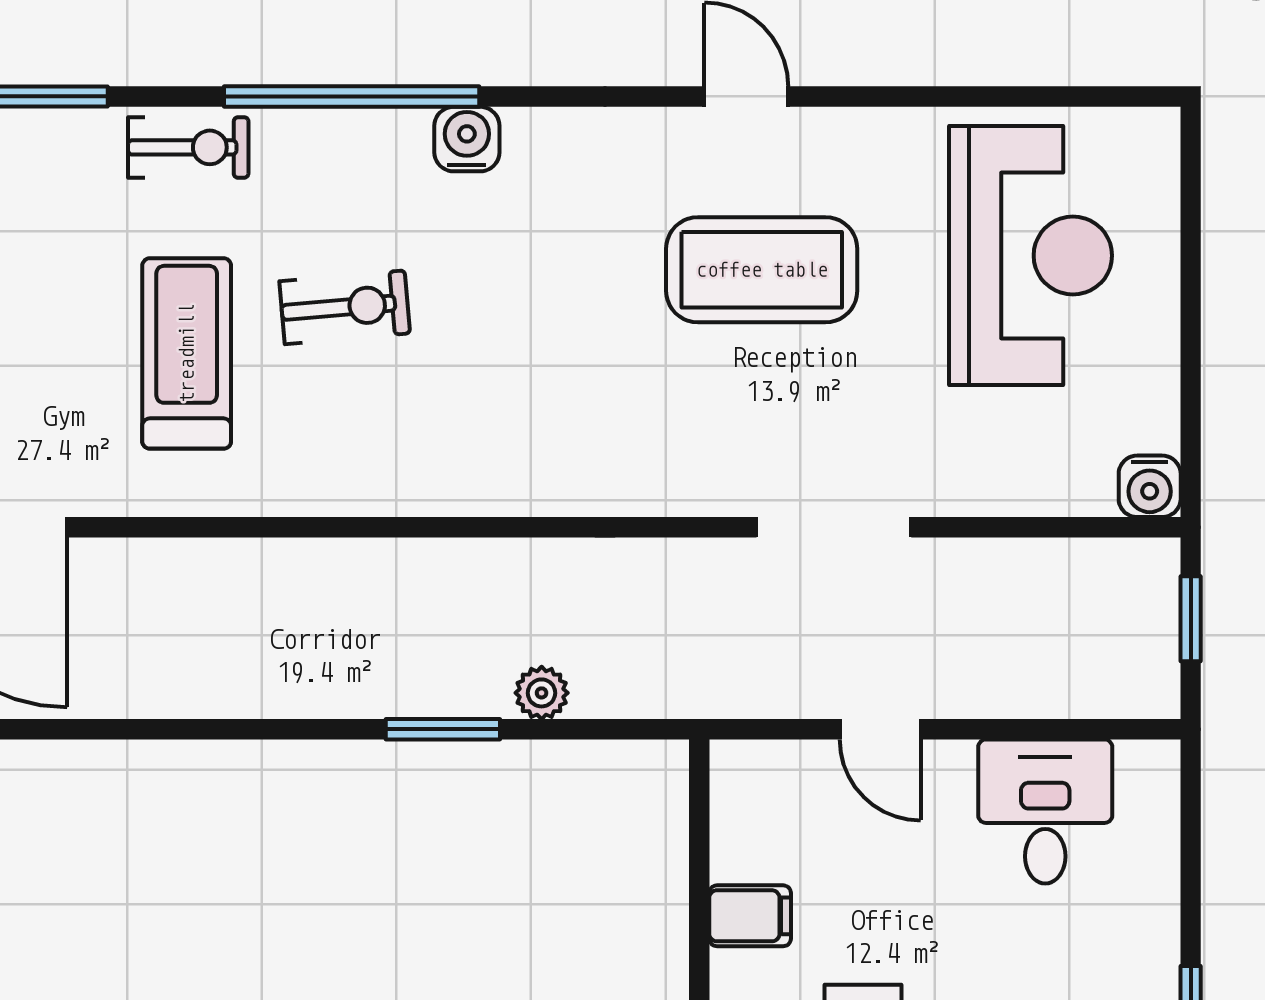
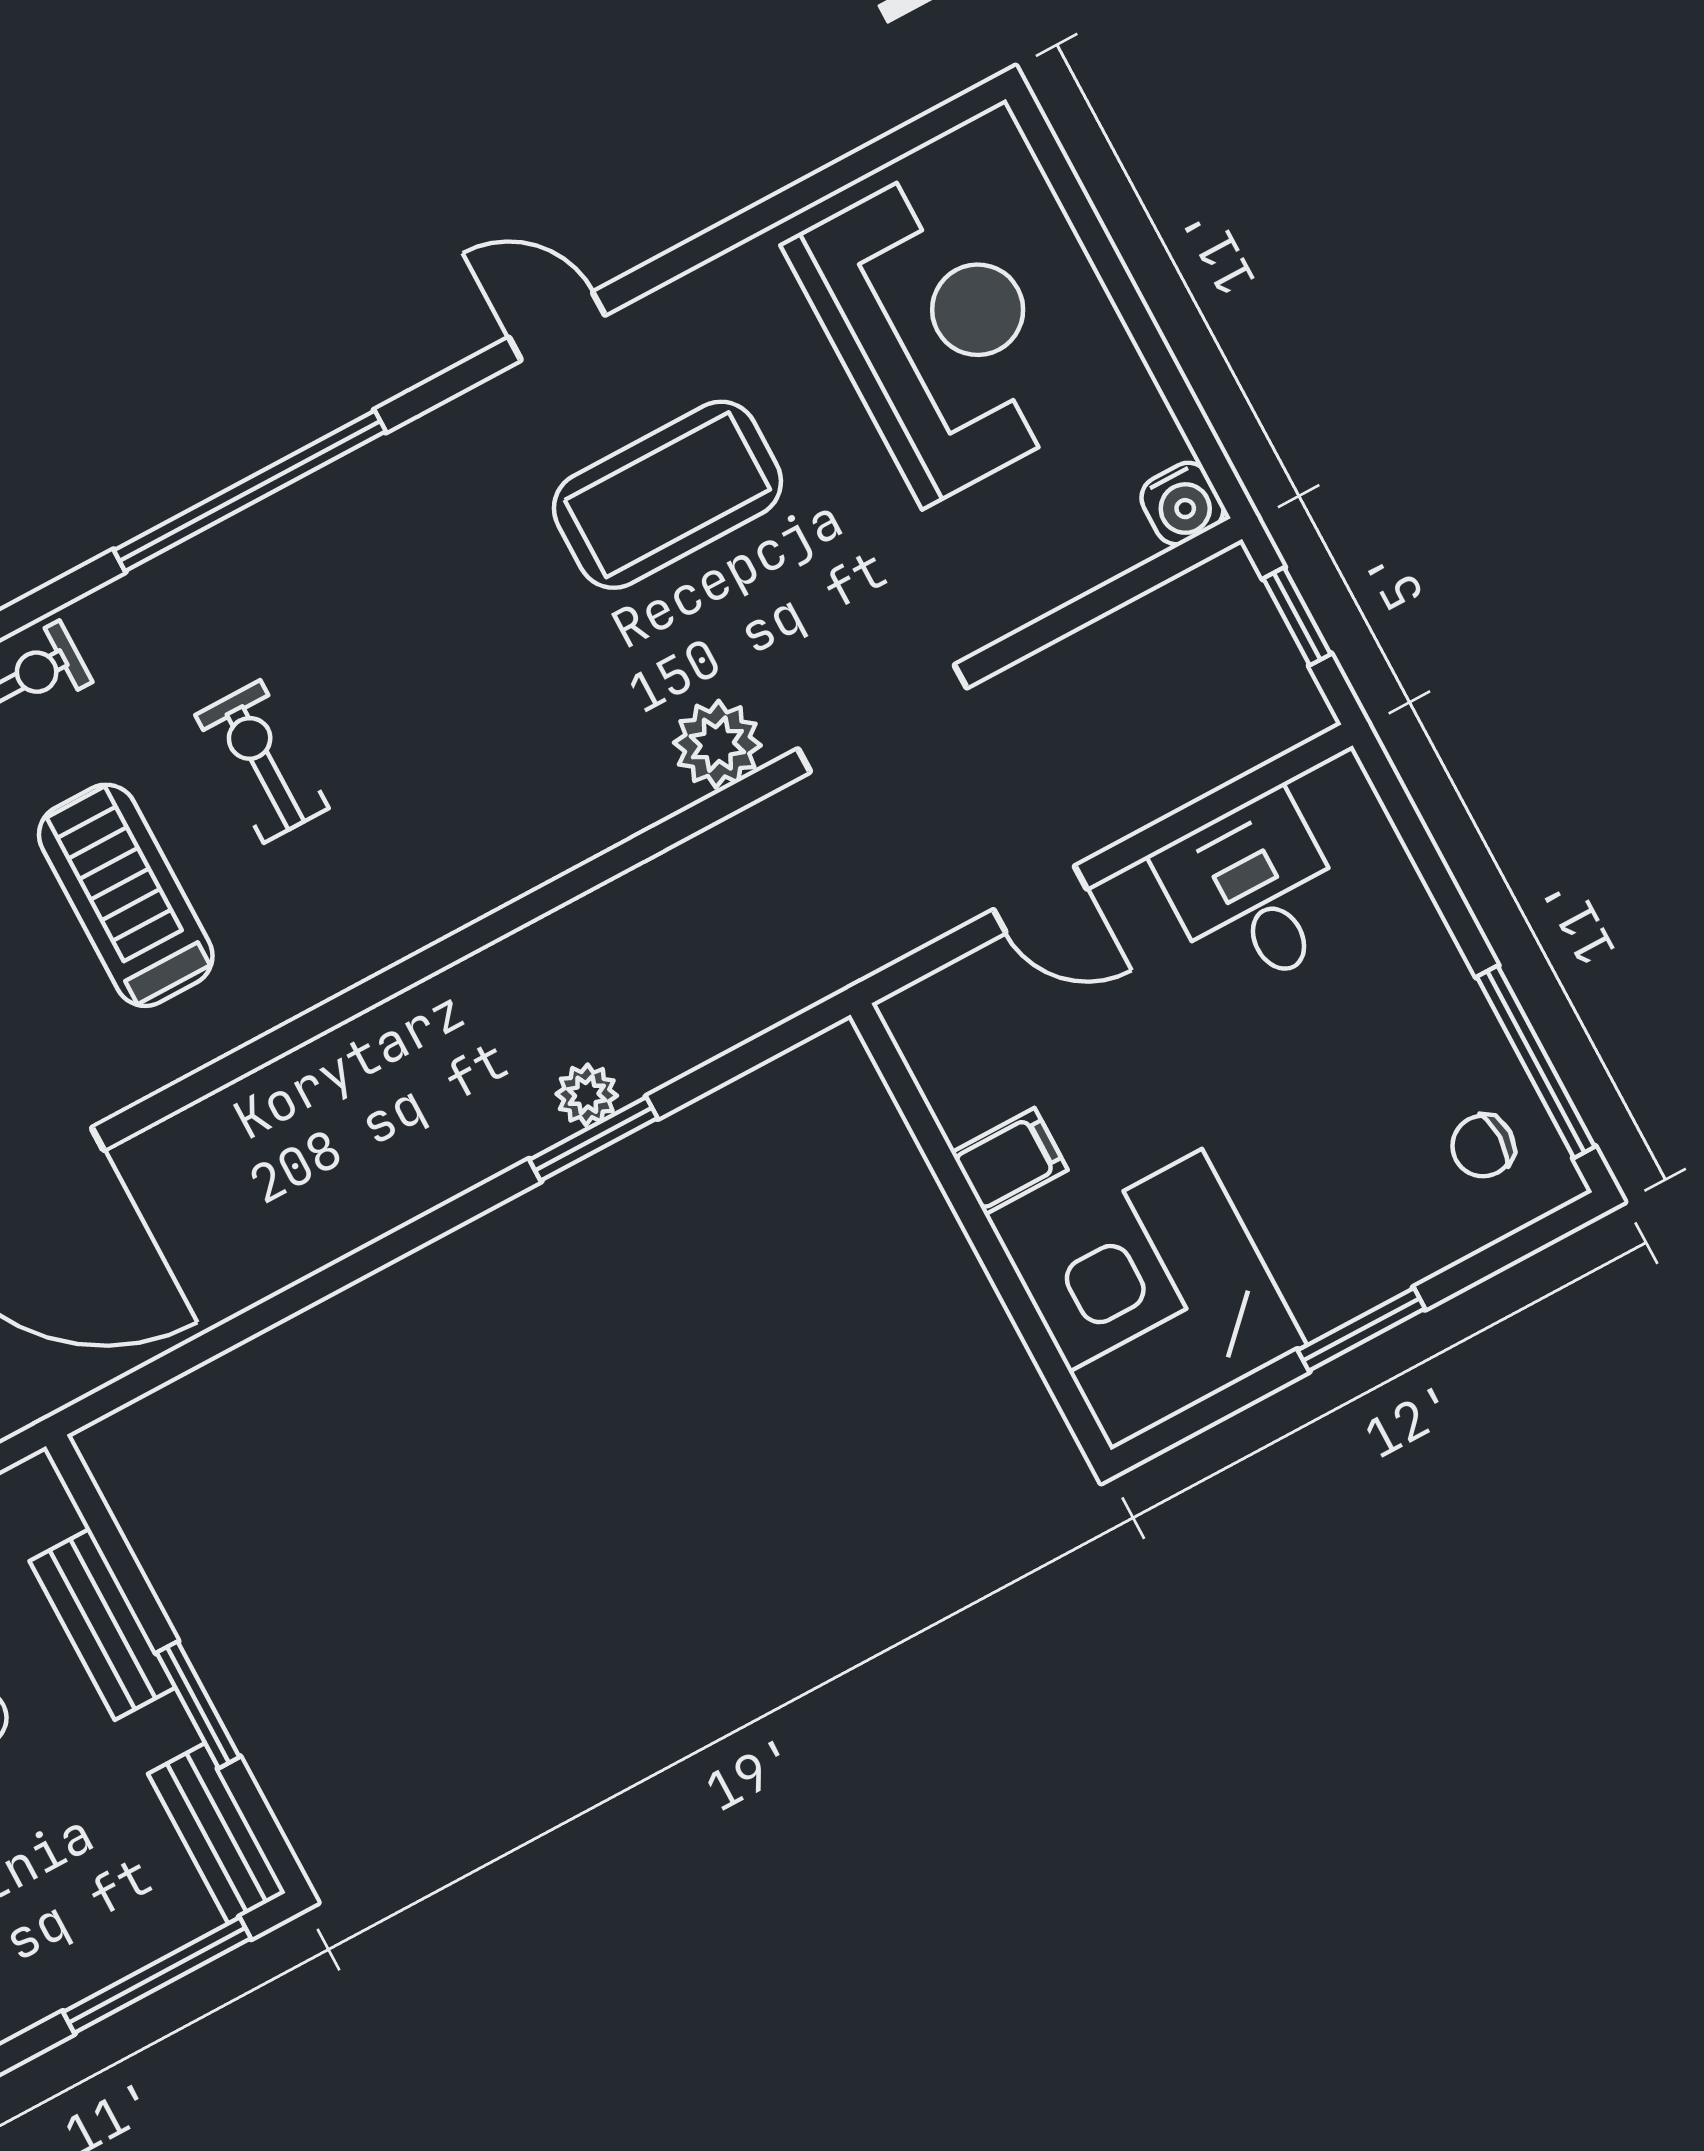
window: (352, 96) -> (250, 491), moved
water cooler: (467, 139) -> (295, 523), removed
exercise bike: (345, 307) -> (262, 762), turned -85
plant: (698, 480) -> (717, 744), added
plant: (542, 693) -> (587, 1095), moved

